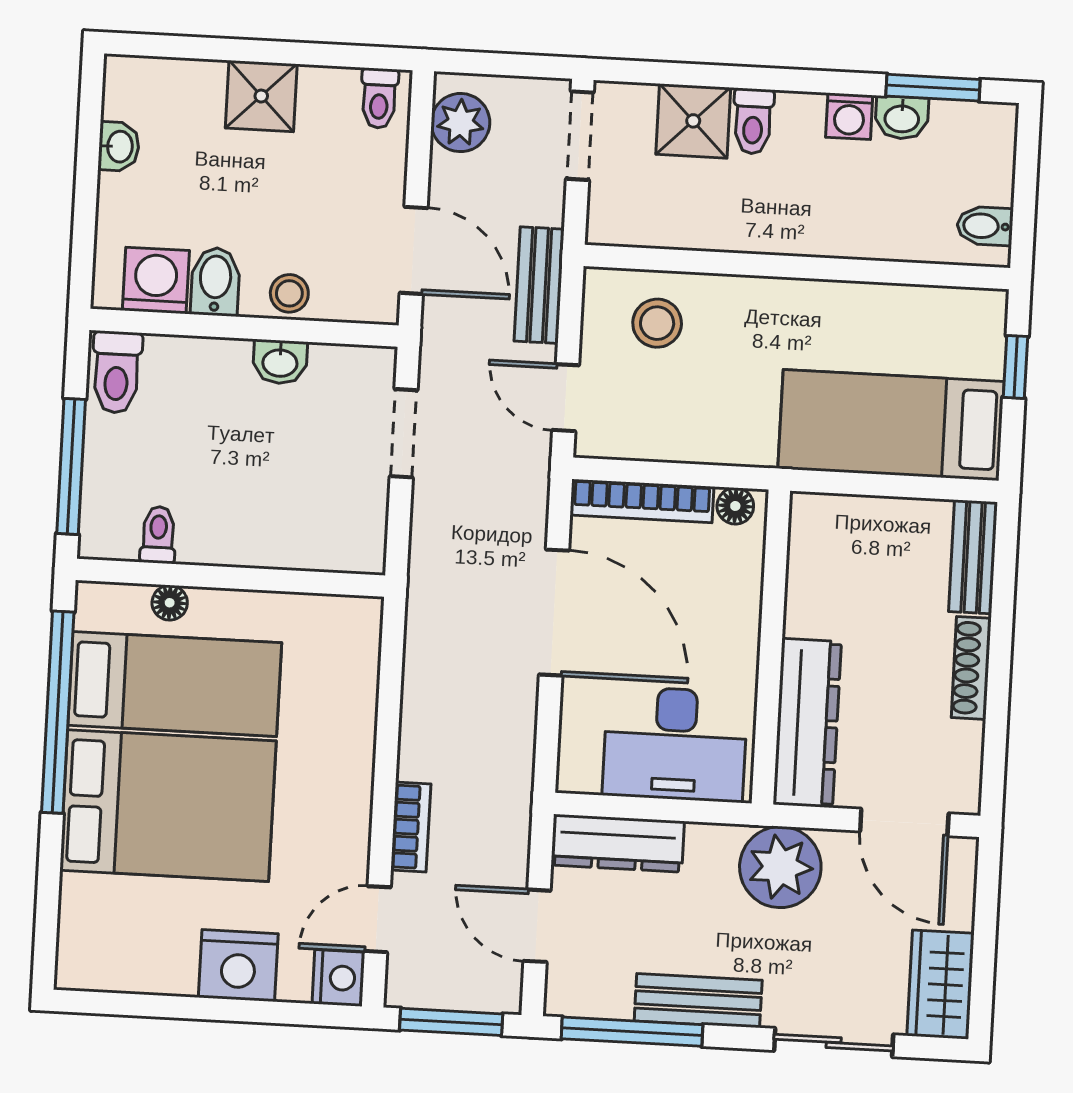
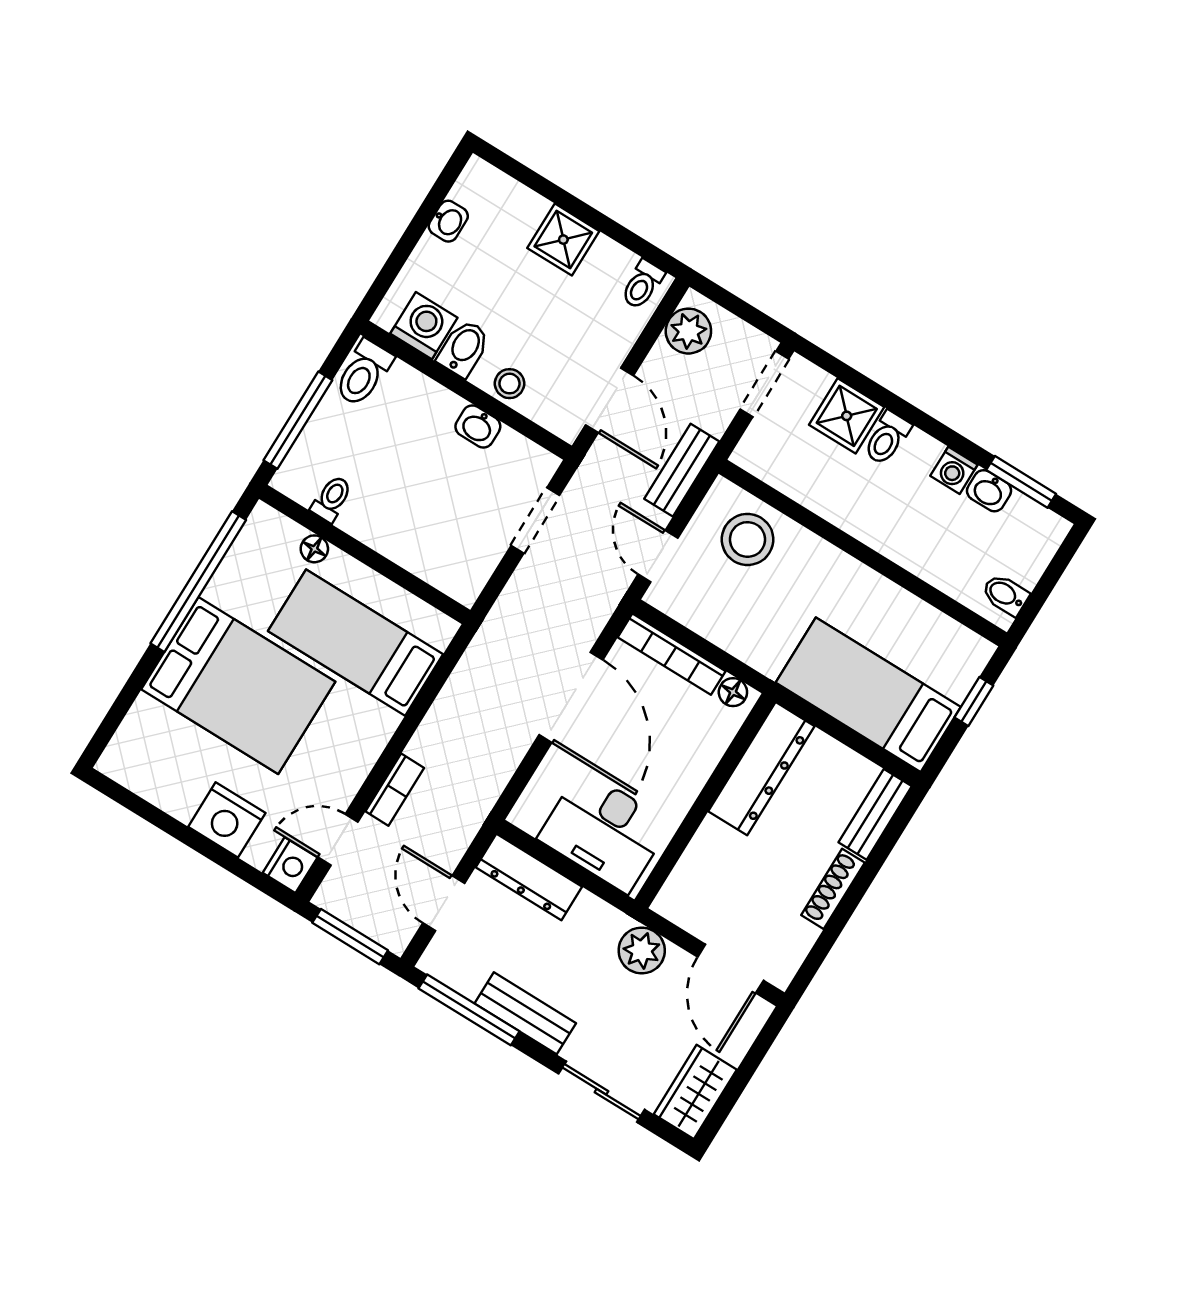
stool: (657, 323) -> (748, 539), width x1.38, depth x1.38
bed: (175, 684) -> (356, 643), moved, turned 180
dresser: (807, 723) -> (761, 769), moved
plant: (780, 867) -> (642, 951), width x0.73, depth x0.73

